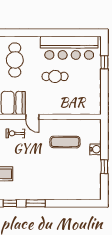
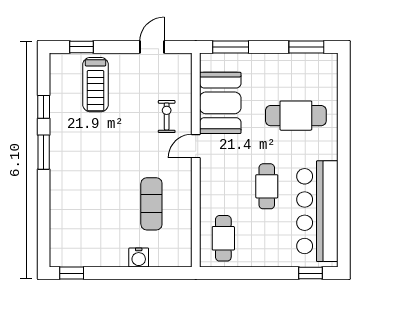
window: (104, 62) -> (311, 273), moved
cafe table: (85, 101) -> (223, 238), added
window: (104, 167) -> (72, 273), moved

